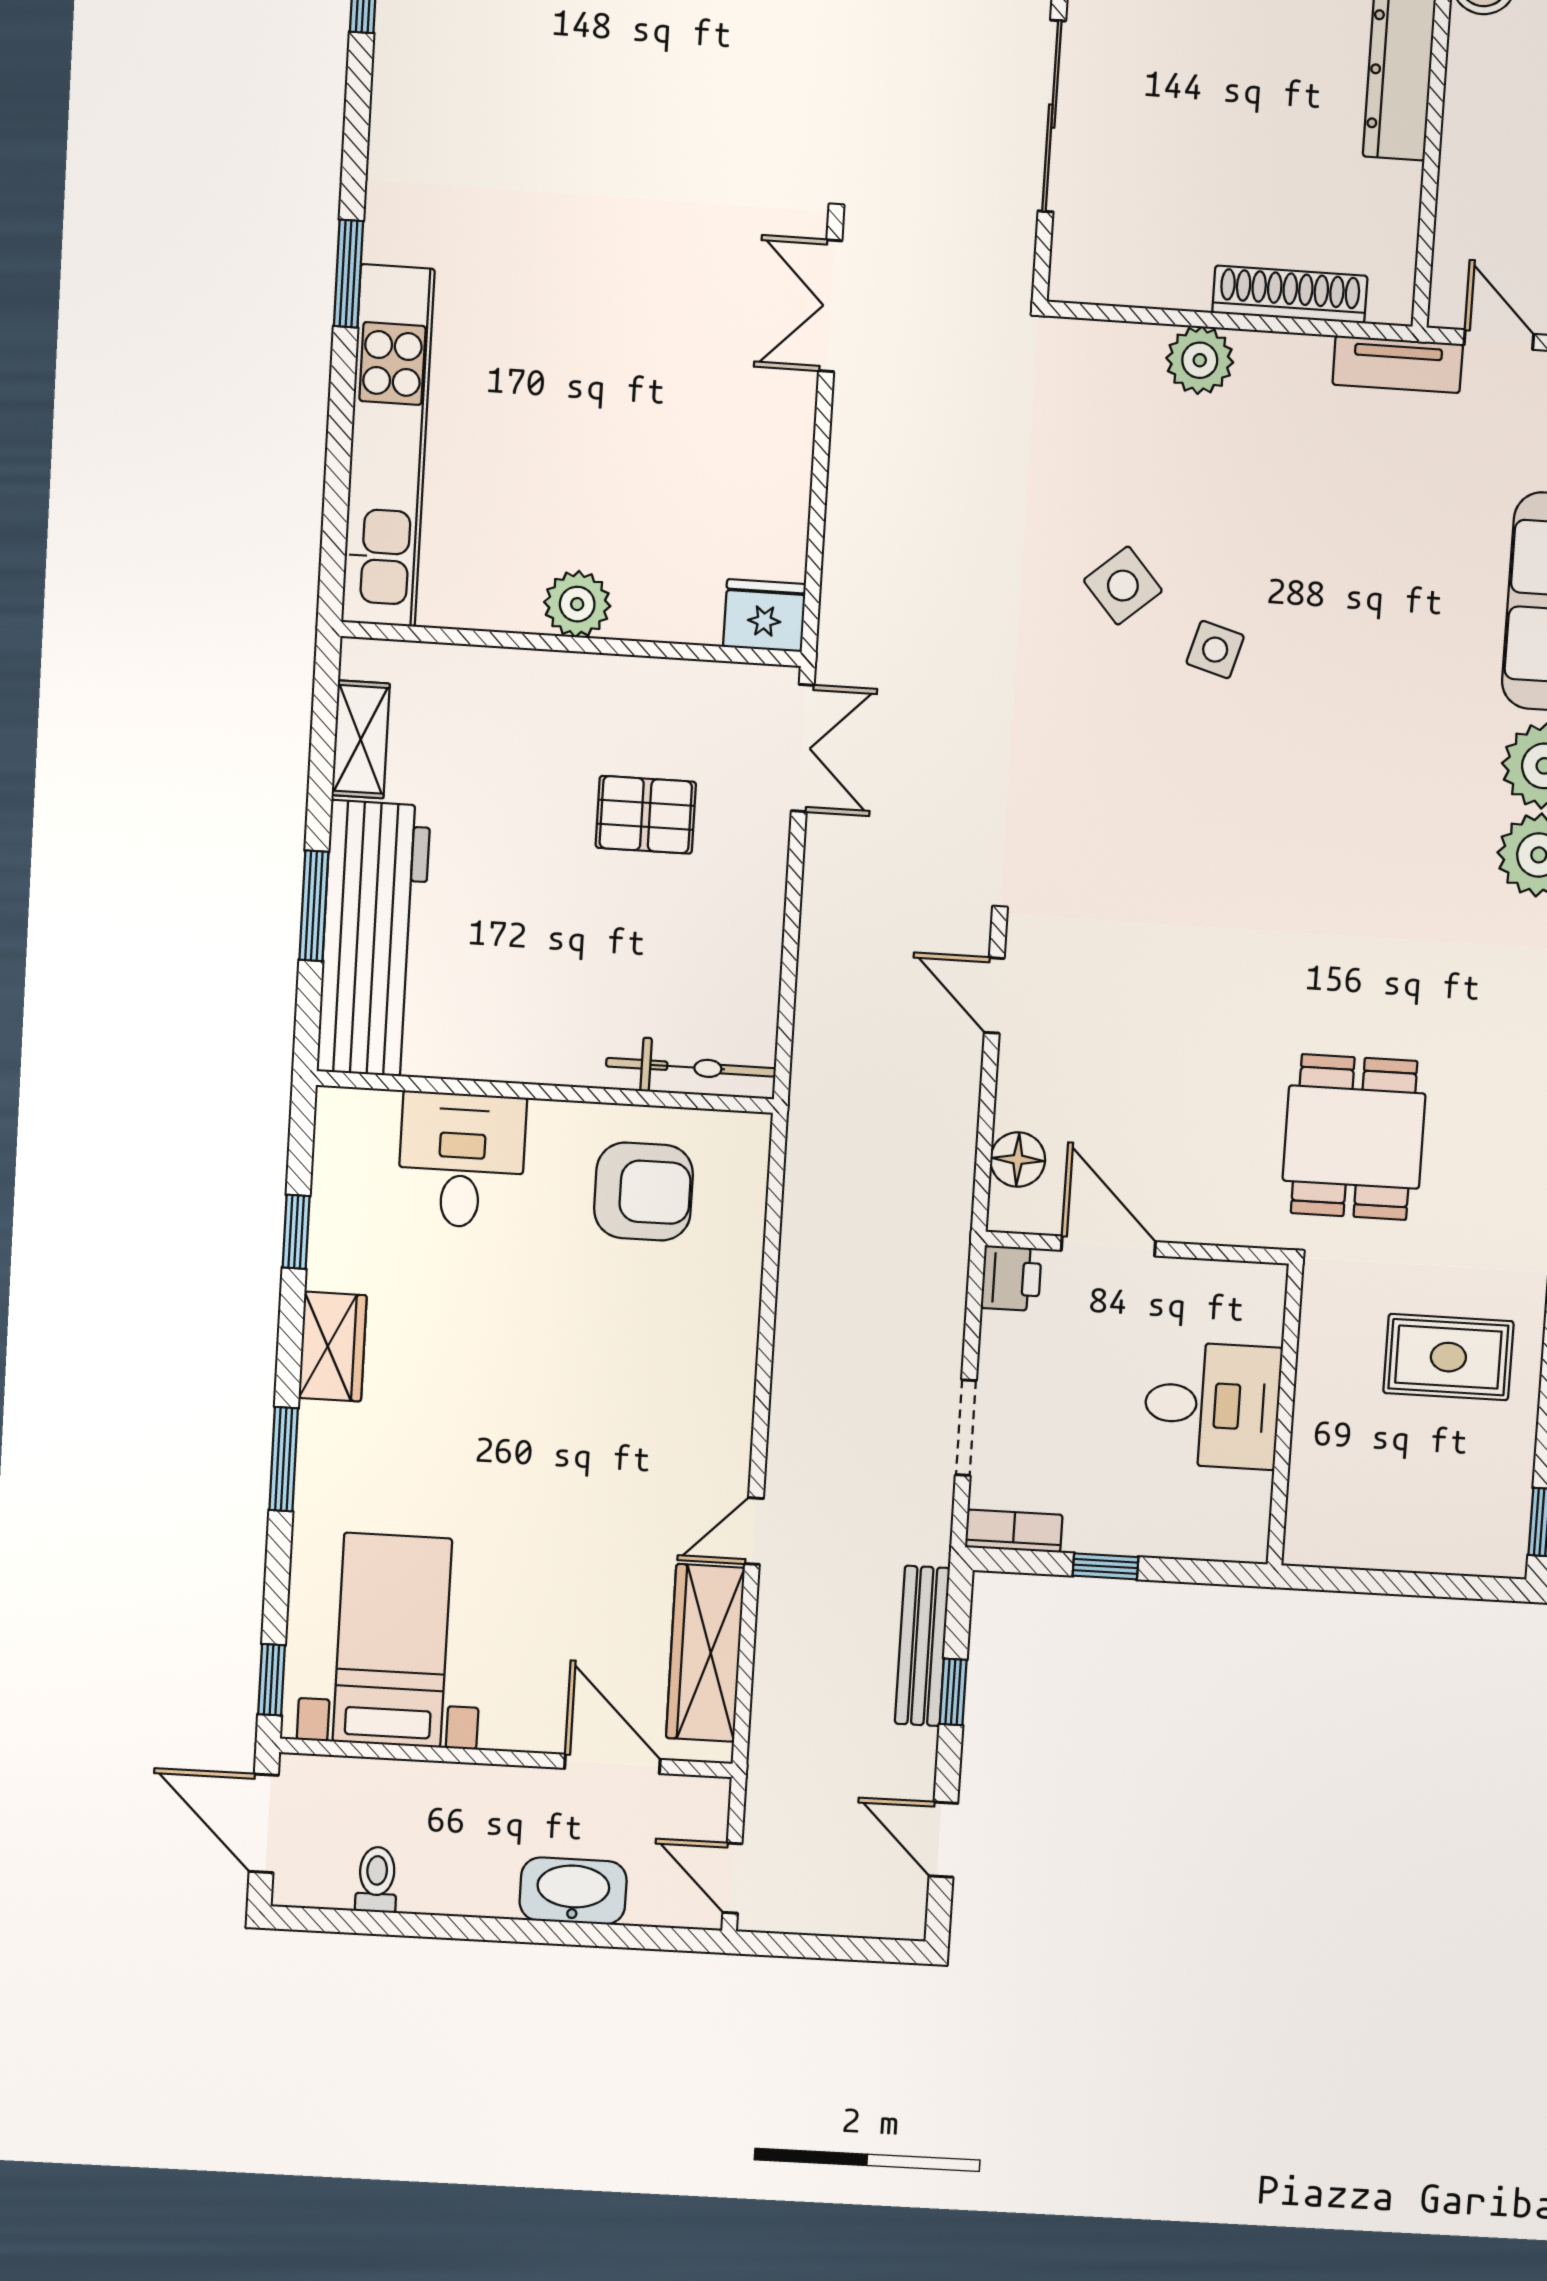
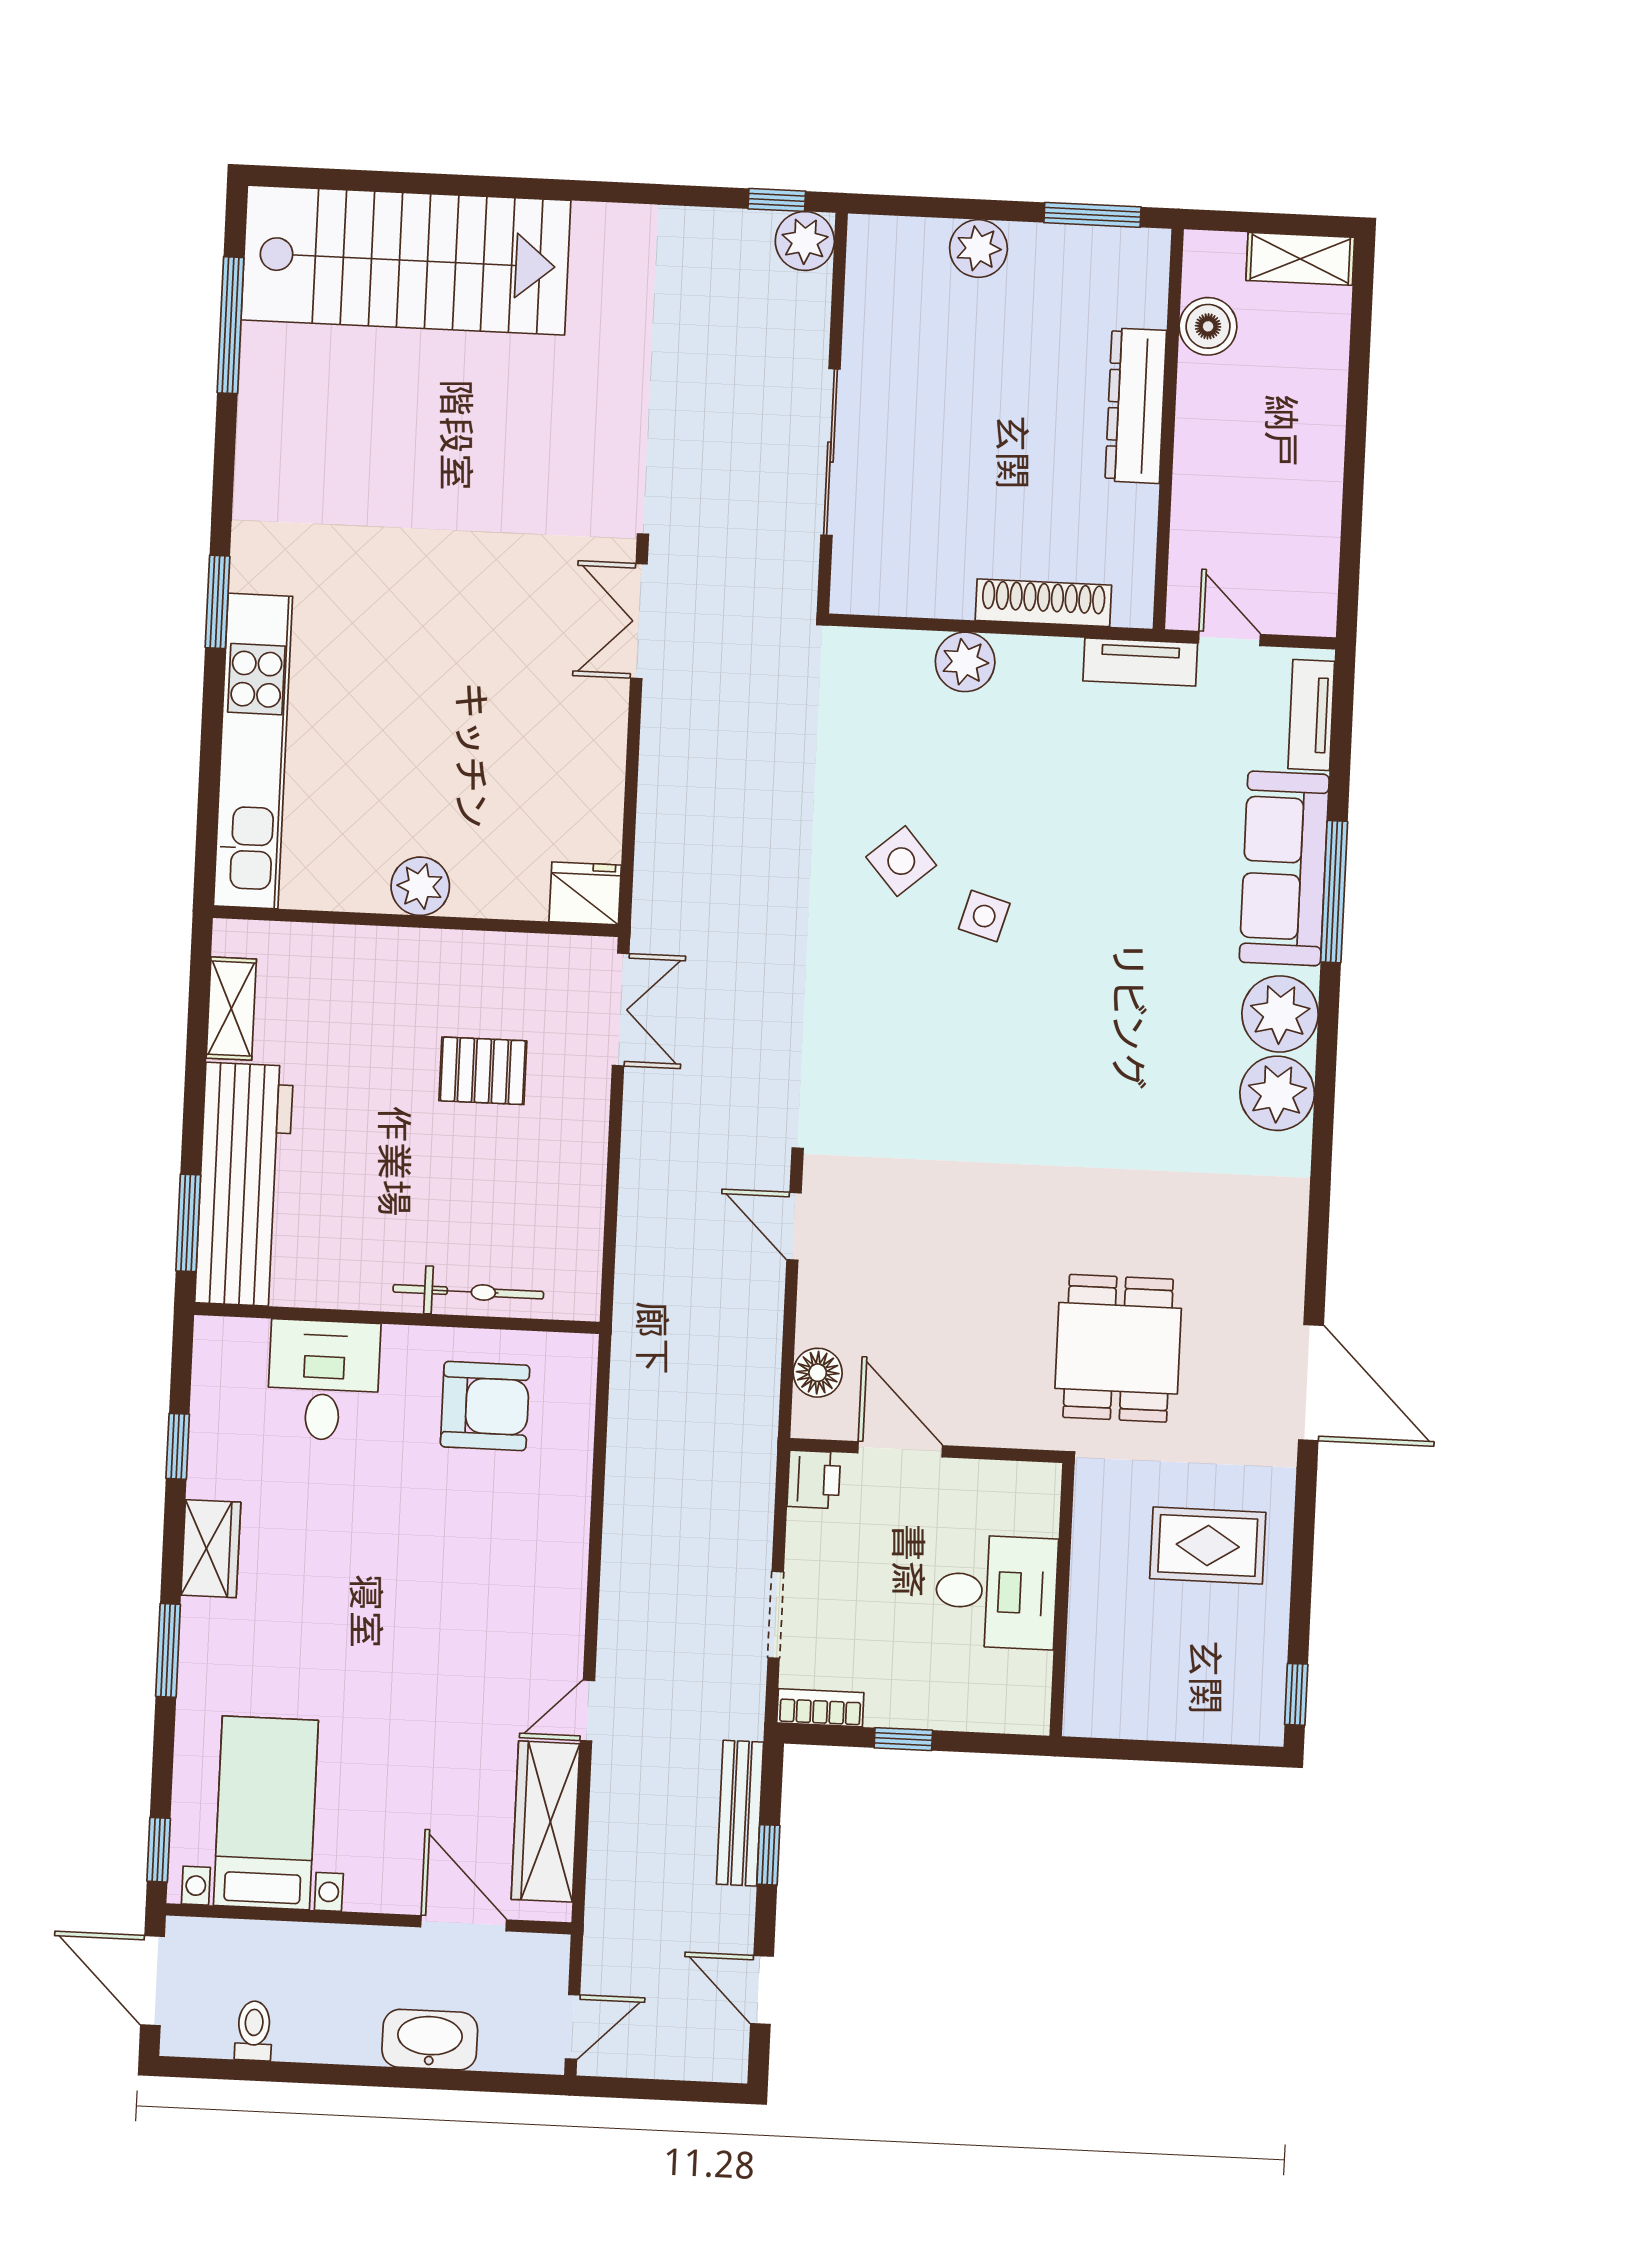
window: (314, 906) -> (188, 1223), moved
bicycle: (691, 1067) -> (468, 1292), moved
door: (732, 1878) -> (573, 2027), swing flipped

